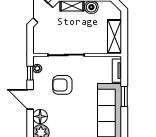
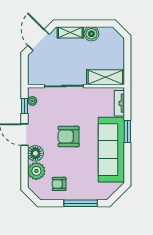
shelving: (114, 37) -> (105, 77), moved, turned 90
armchair: (62, 85) -> (69, 136), moved

